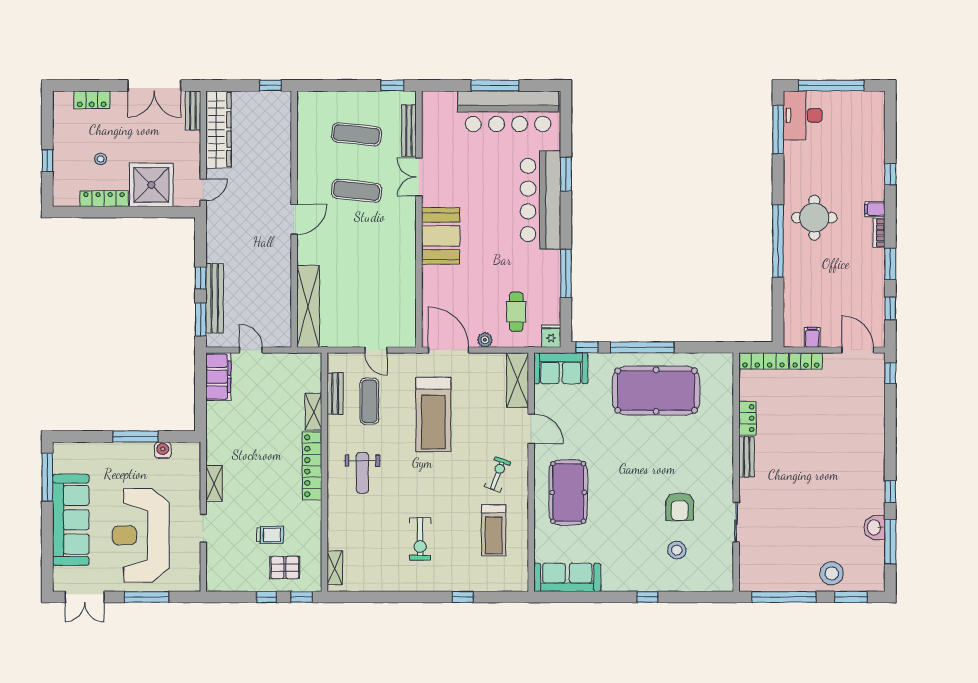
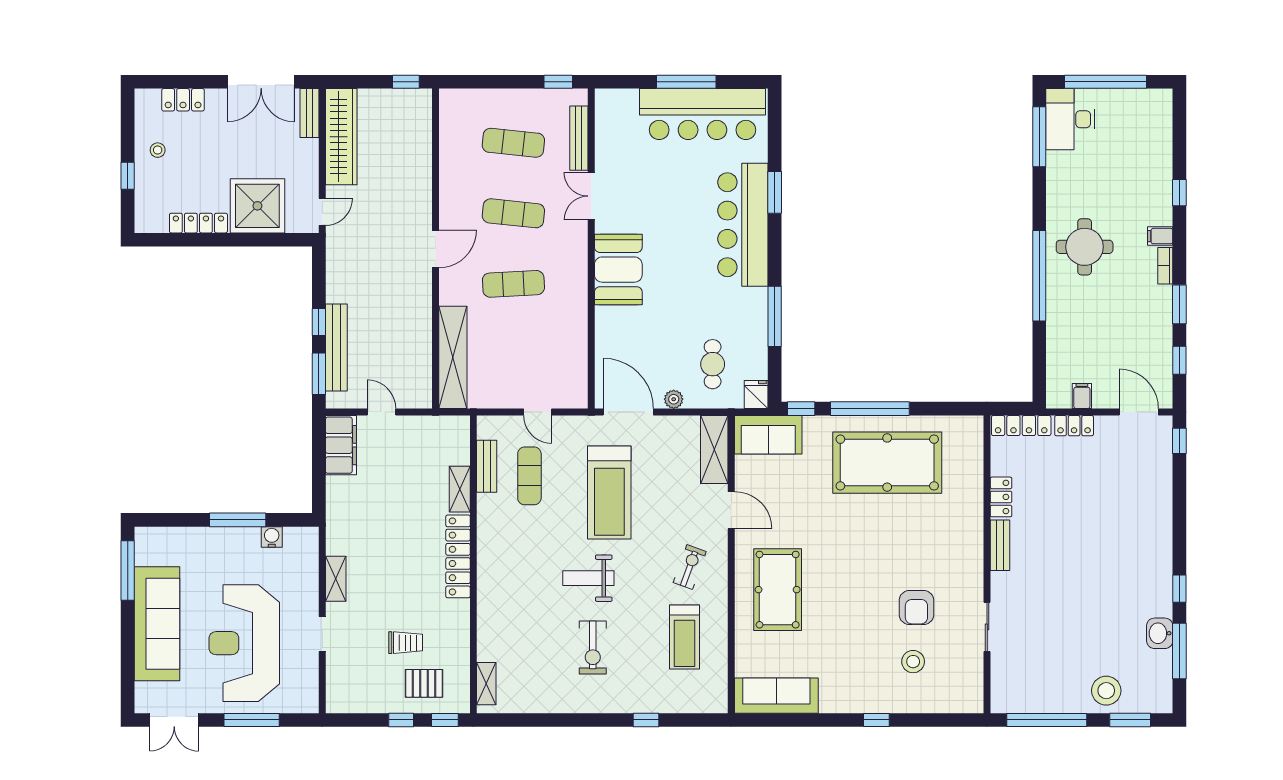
stool: (101, 159) -> (158, 150), moved
exercise mat: (356, 247) -> (513, 284), added
weight bench: (362, 473) -> (588, 578), moved, turned 90

